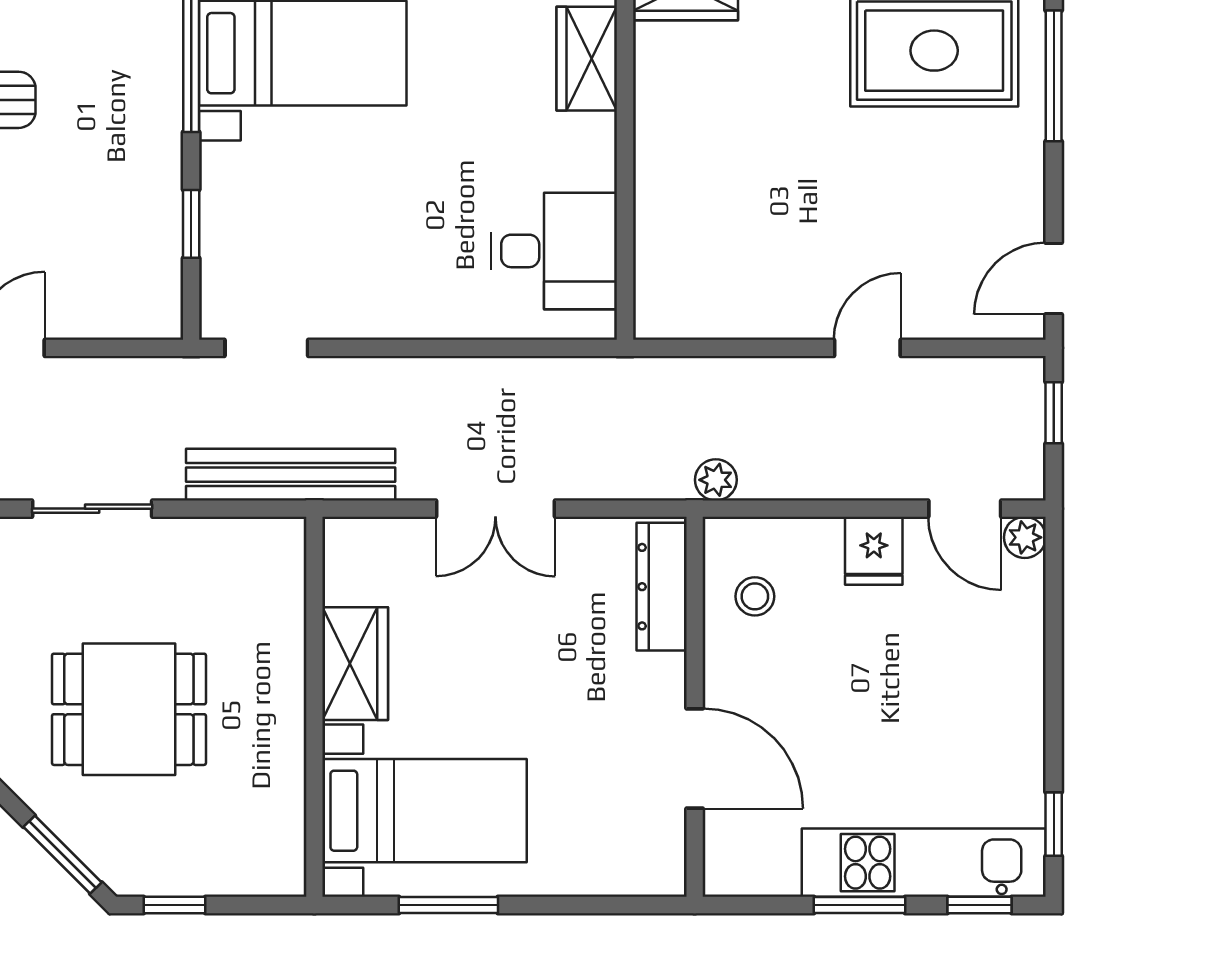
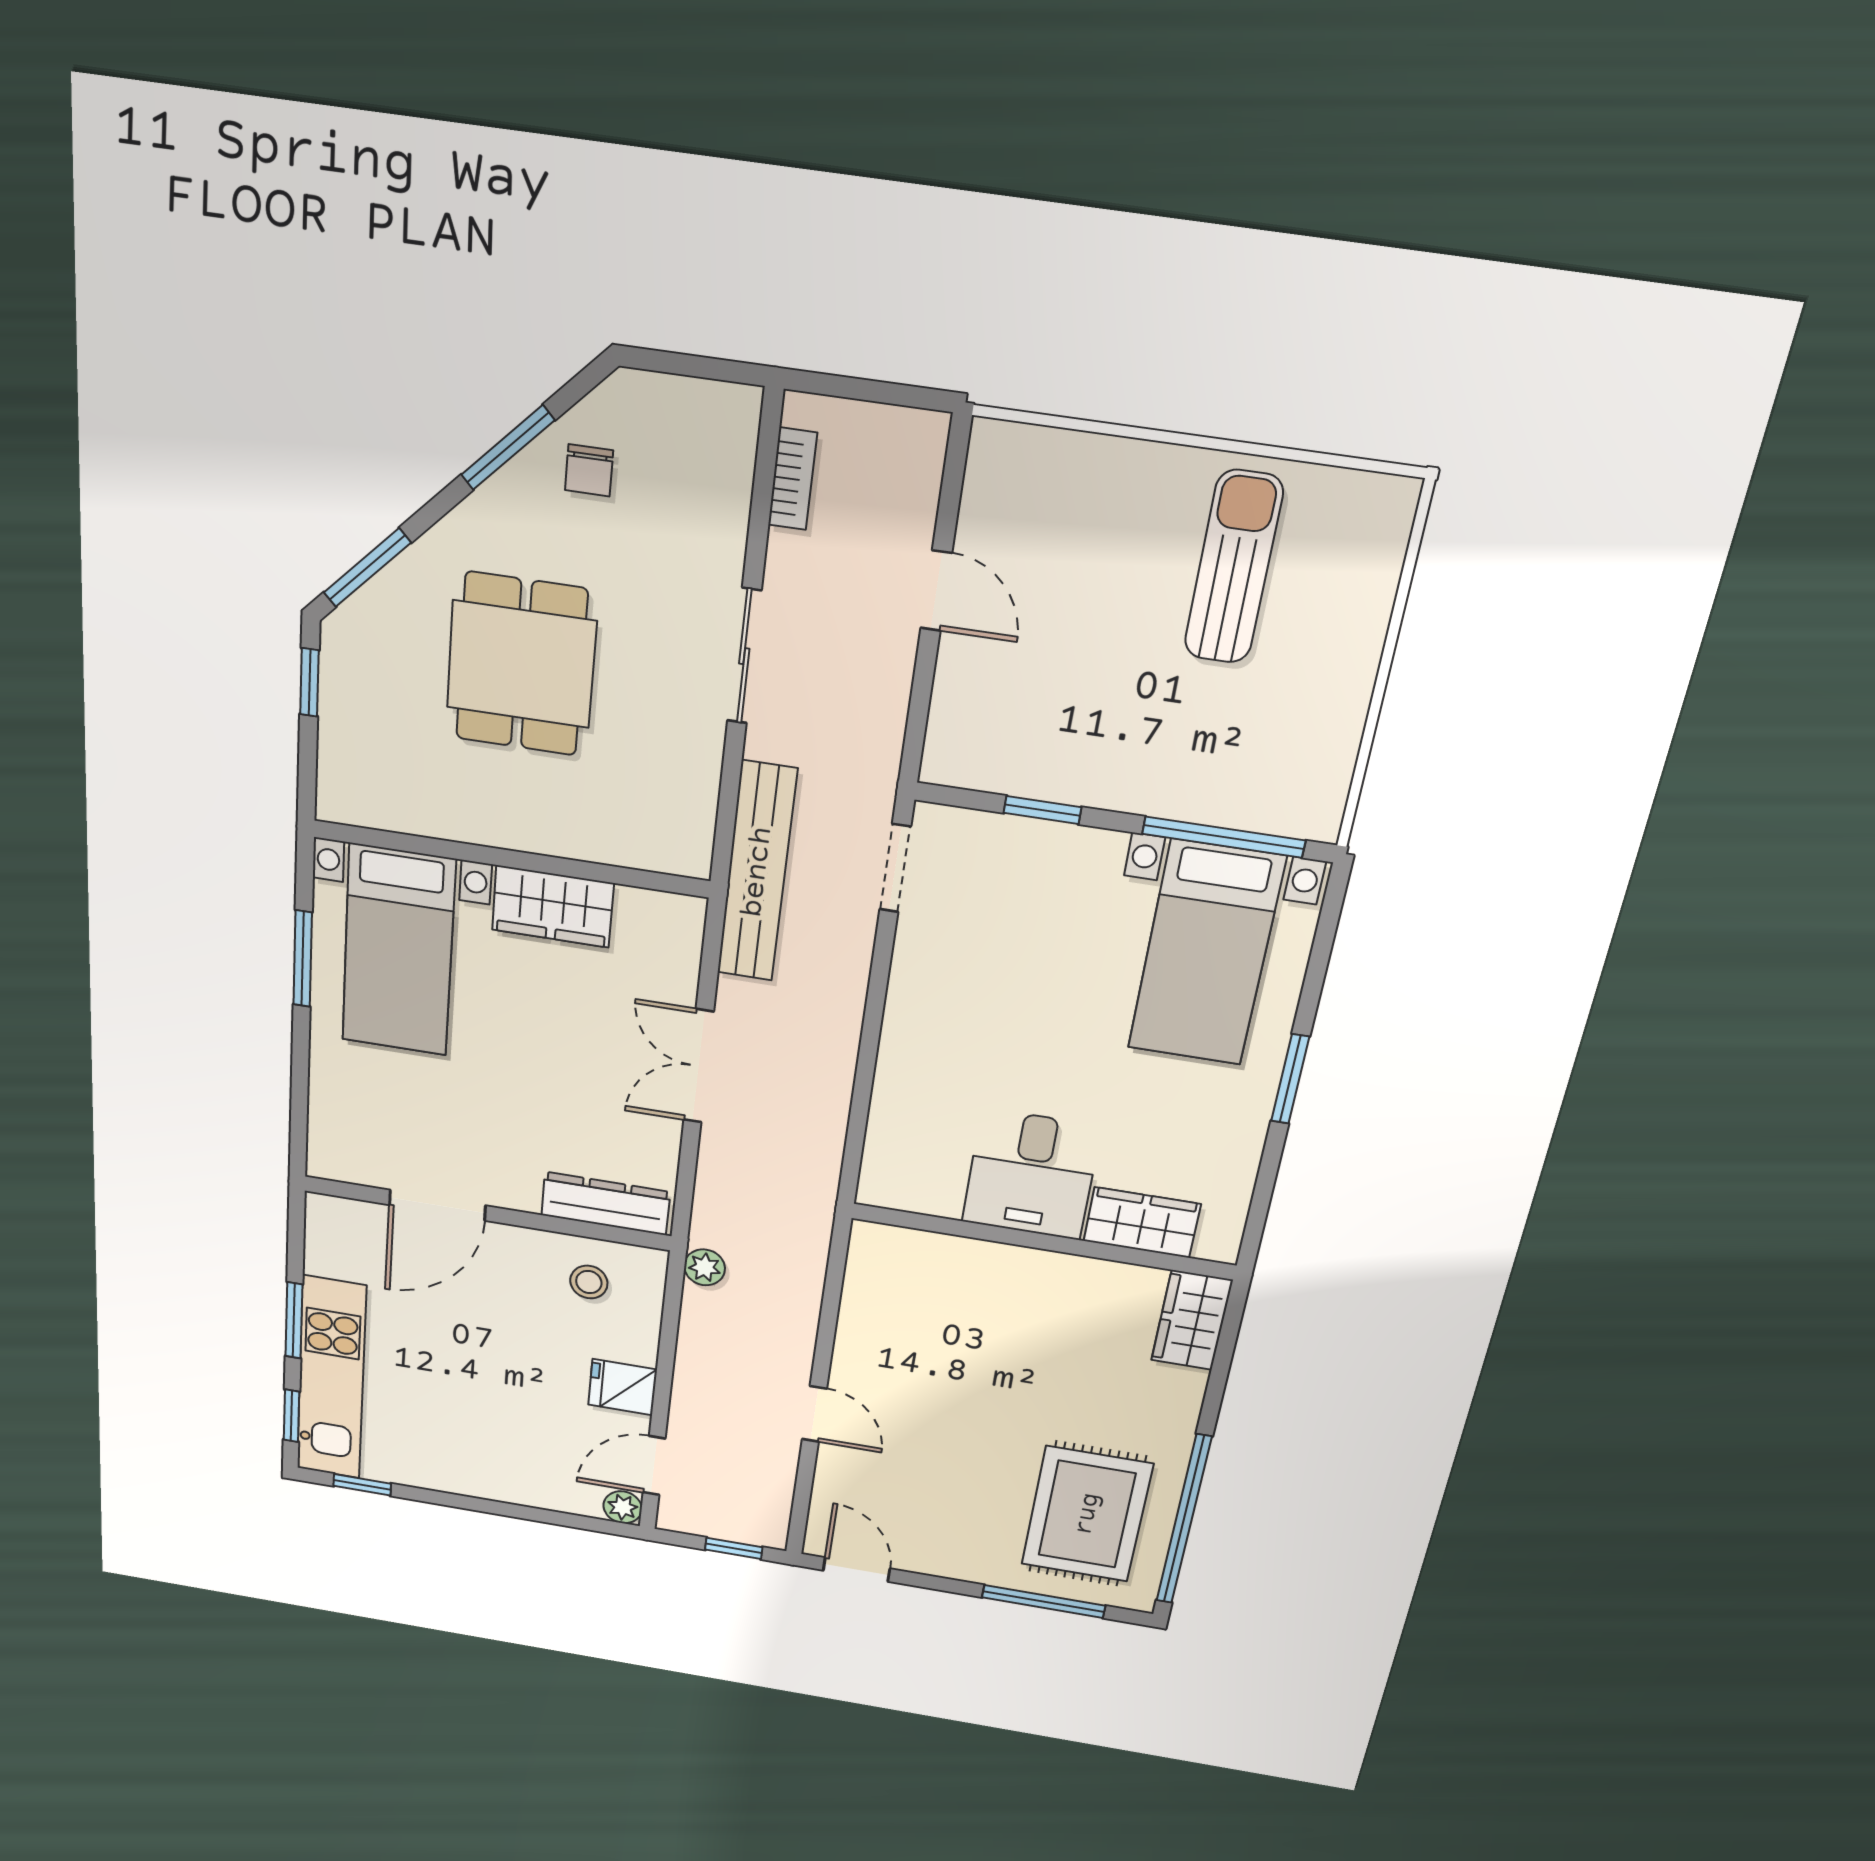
desk: (554, 251) -> (1031, 1174), moved

